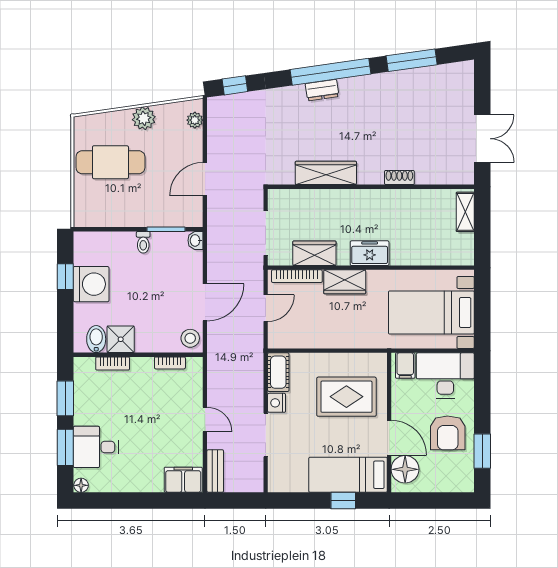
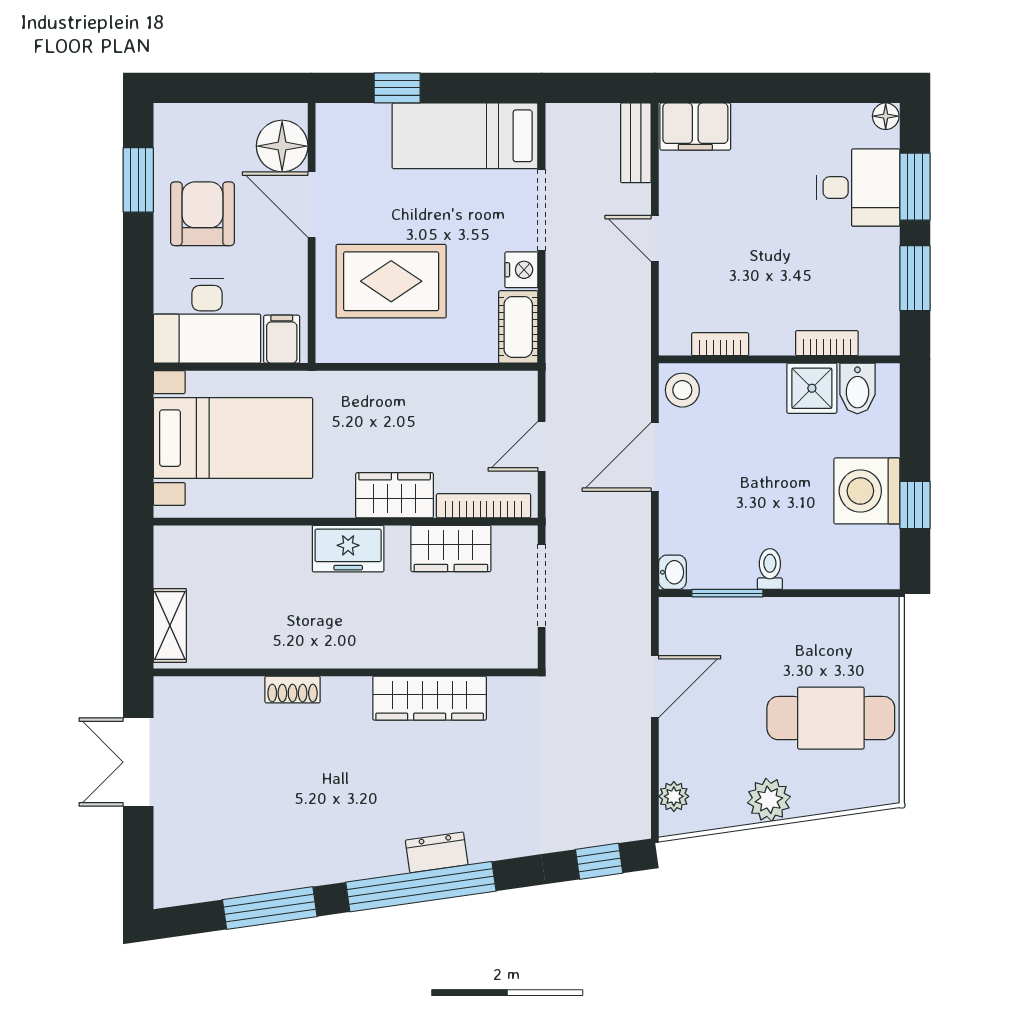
bed: (348, 475) -> (465, 136), moved, turned 180

